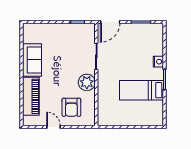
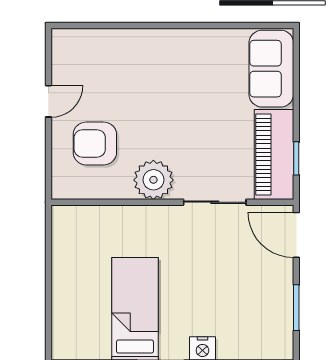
sofa: (32, 60) -> (271, 69), moved, turned 90
piano: (31, 96) -> (274, 154), moved, turned 90

